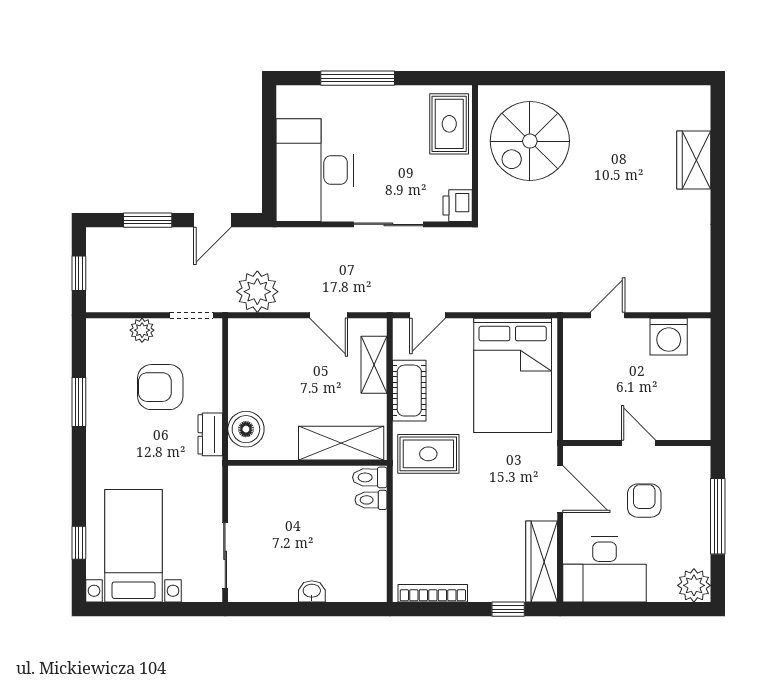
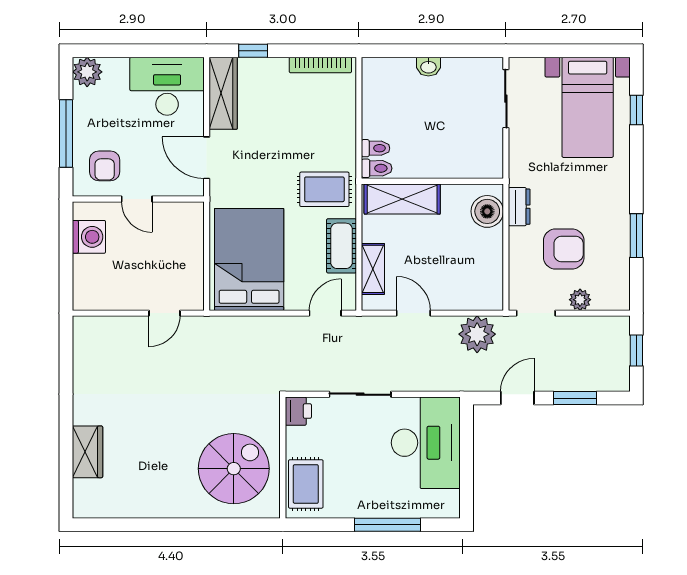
washing machine: (669, 337) -> (89, 237), moved, turned 90
armchair: (644, 501) -> (105, 166), moved

